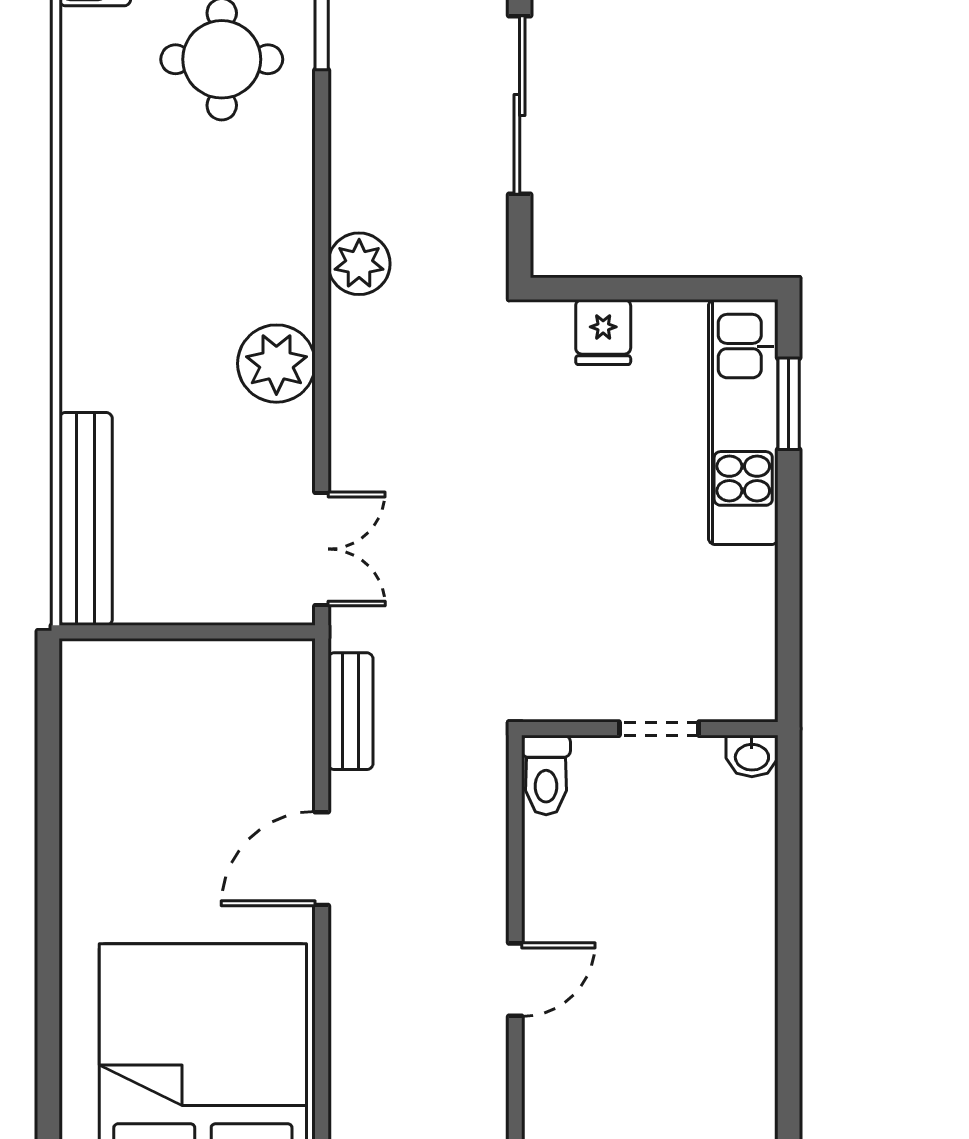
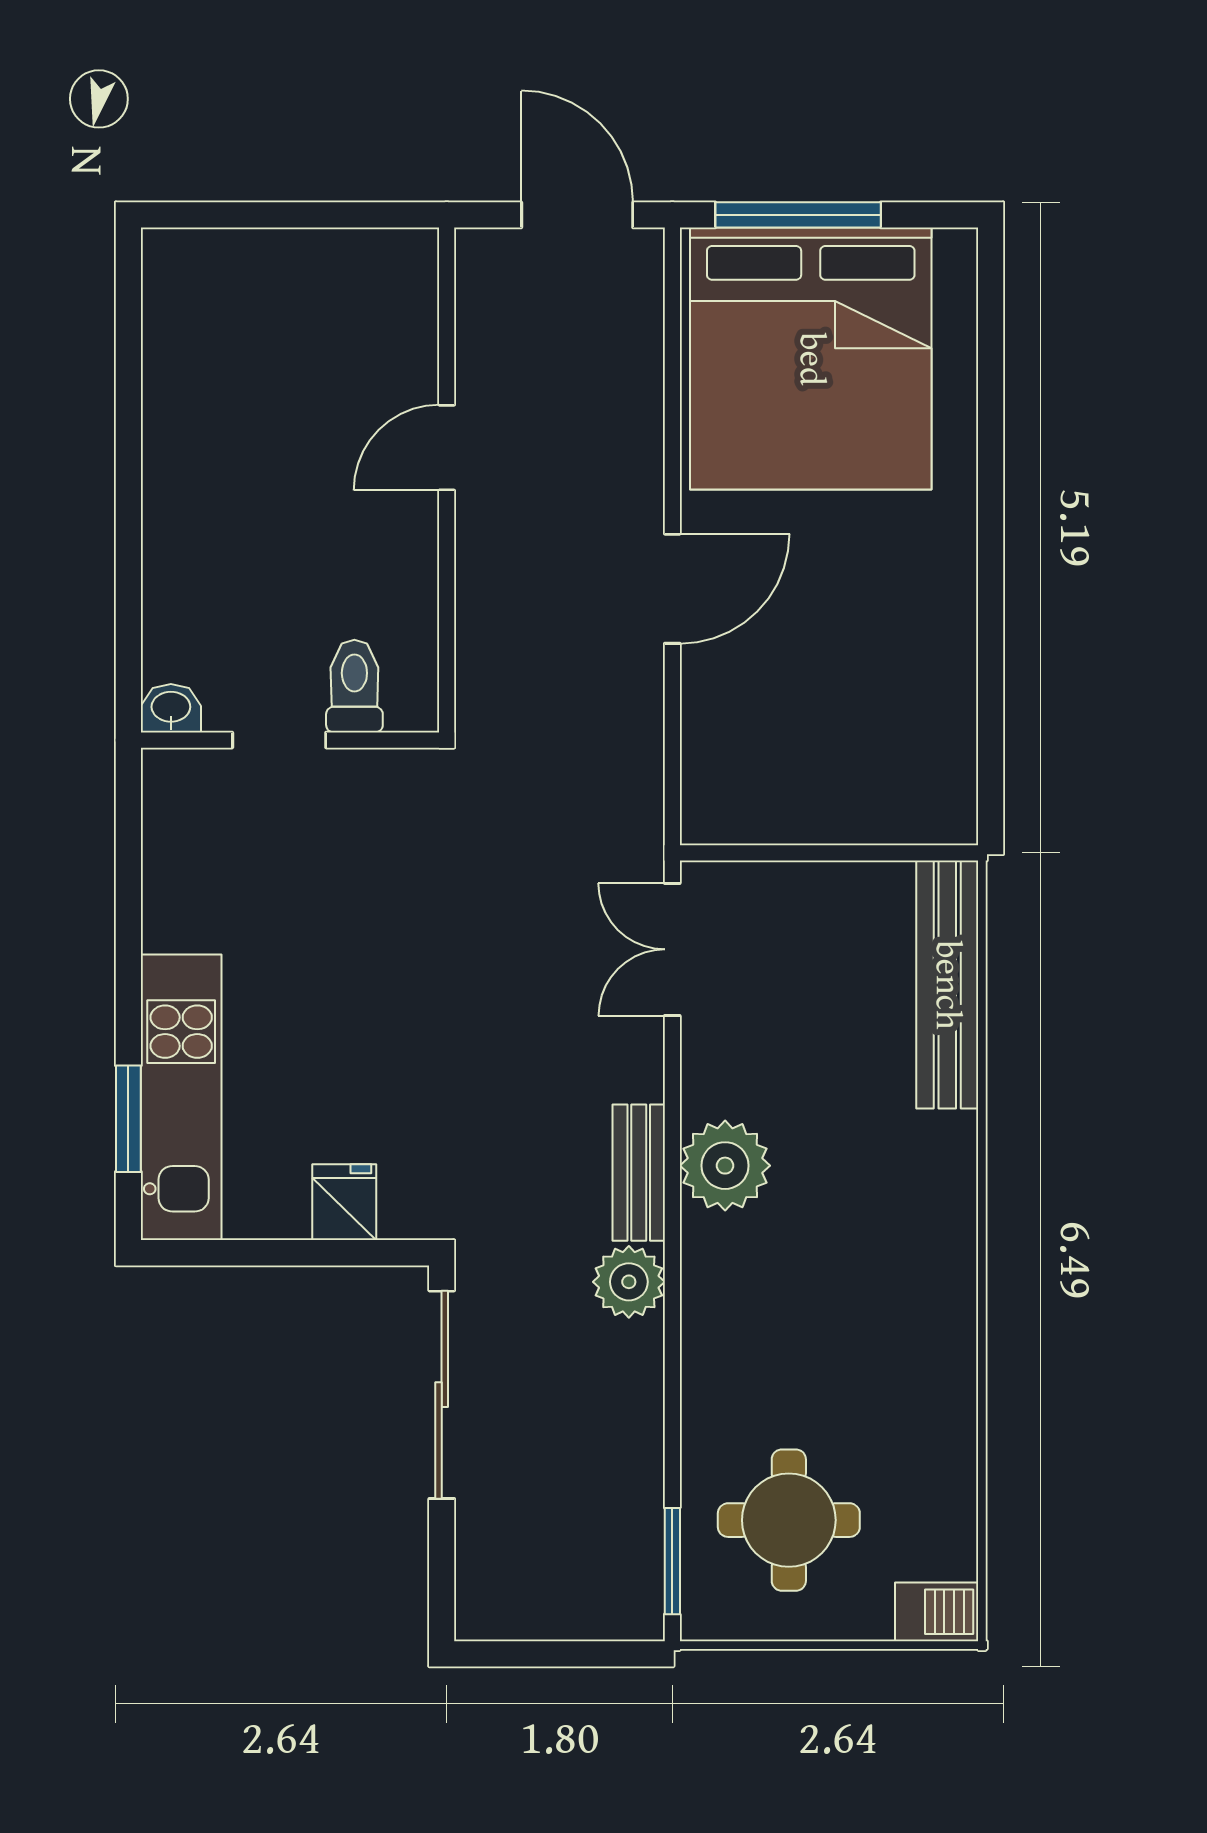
sliding door: (520, 105) -> (442, 1395), moved
bench: (350, 711) -> (639, 1173), moved
toilet: (546, 775) -> (354, 686), moved

